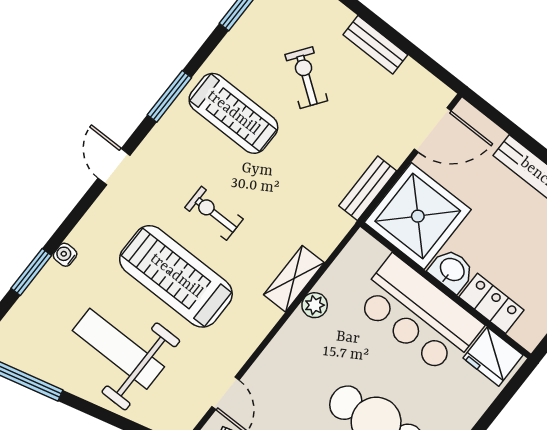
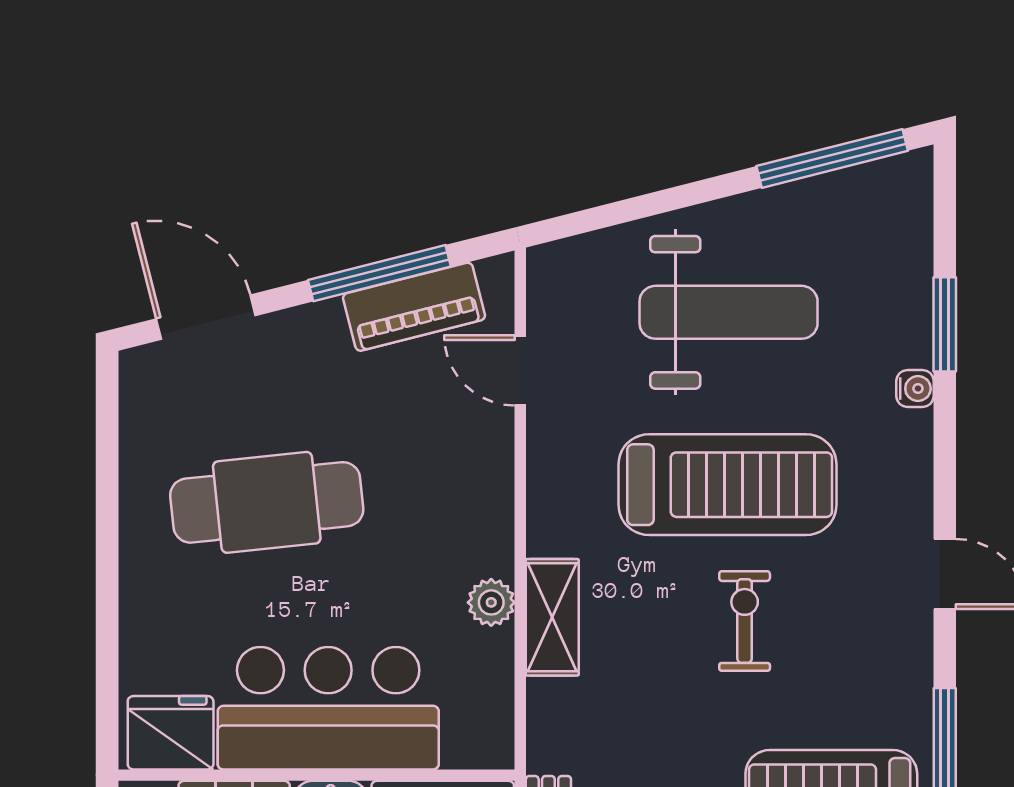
exercise bike: (214, 213) -> (745, 621), turned -90

